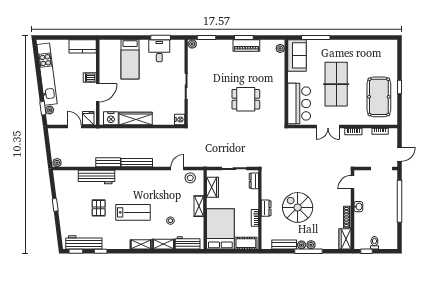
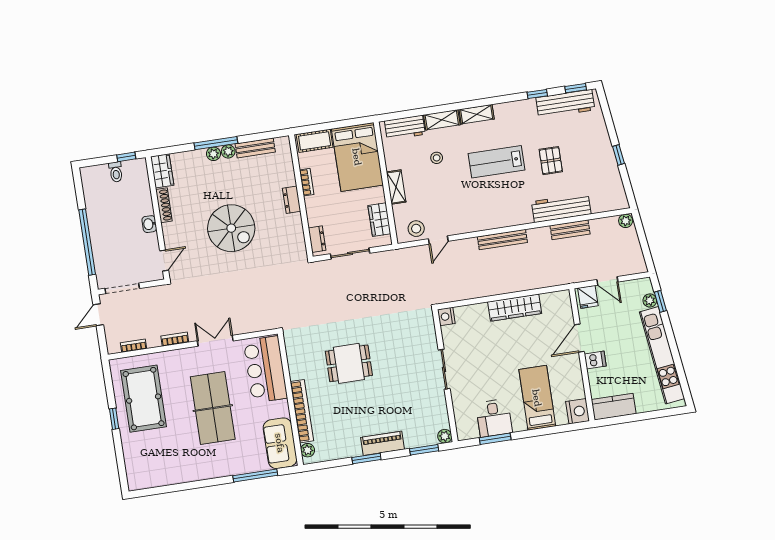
piano: (246, 45) -> (383, 443), moved
bookcase: (280, 74) -> (302, 411), added
nightstand: (111, 118) -> (578, 411), moved, turned 90
bench: (108, 162) -> (570, 230), moved
spiral stairs: (298, 207) -> (231, 228), moved

